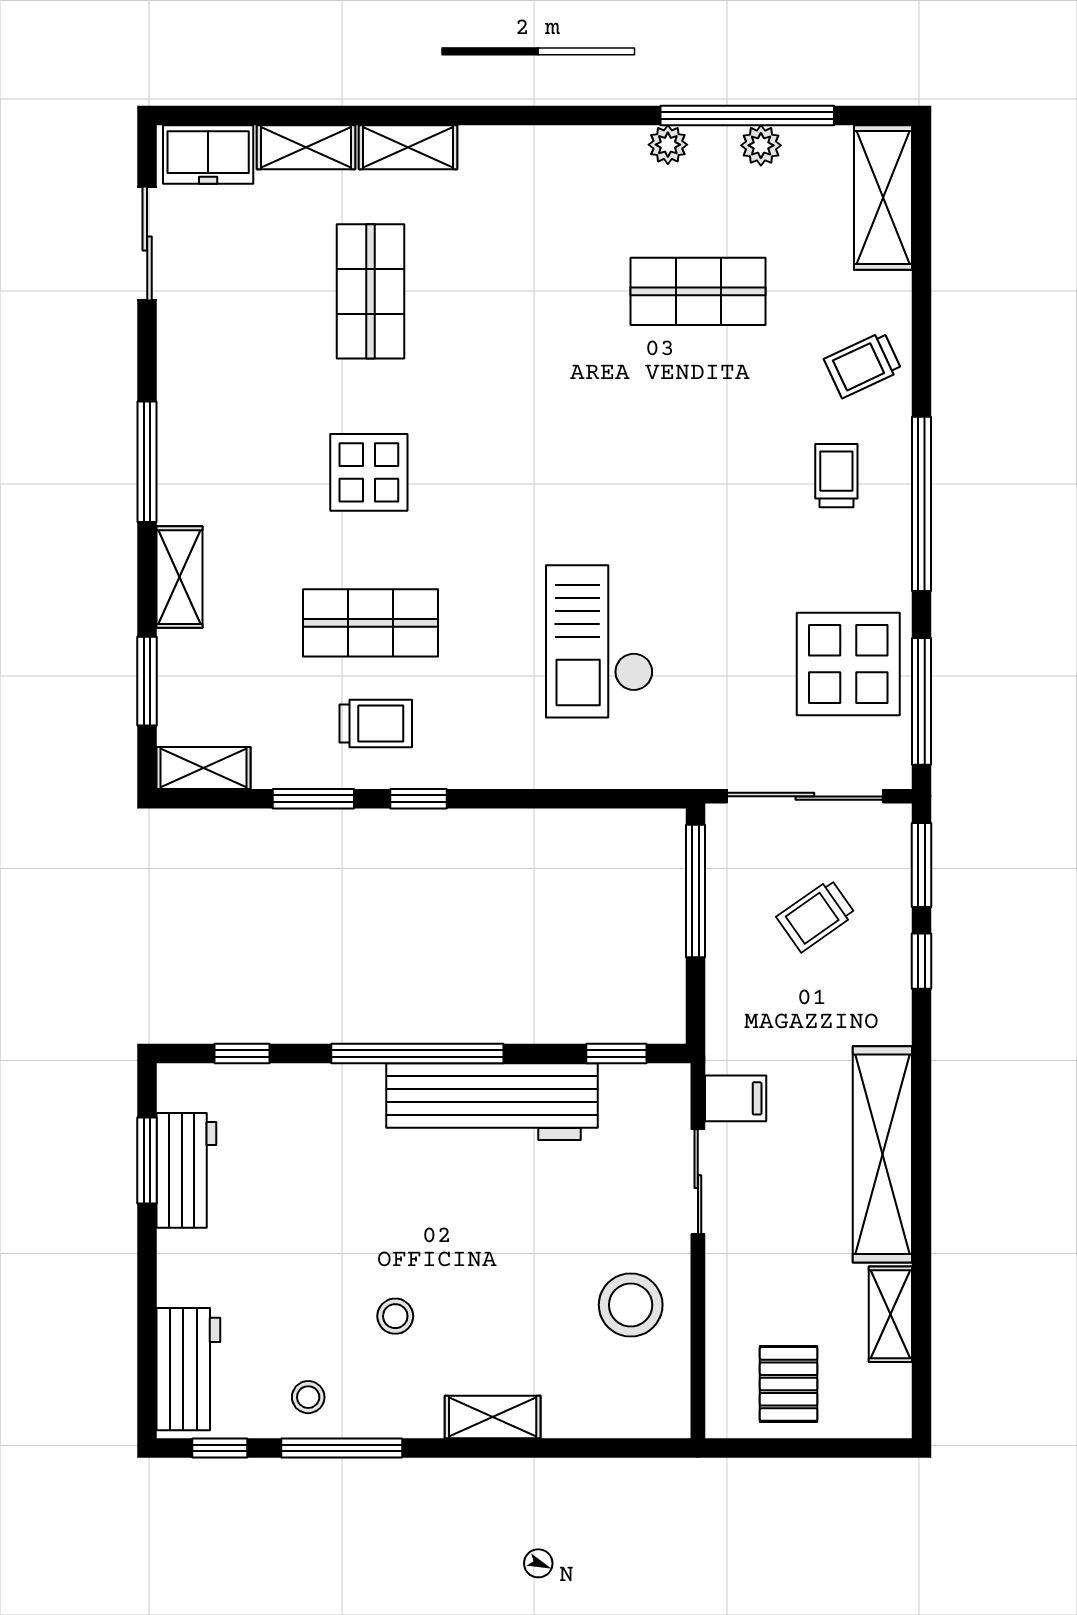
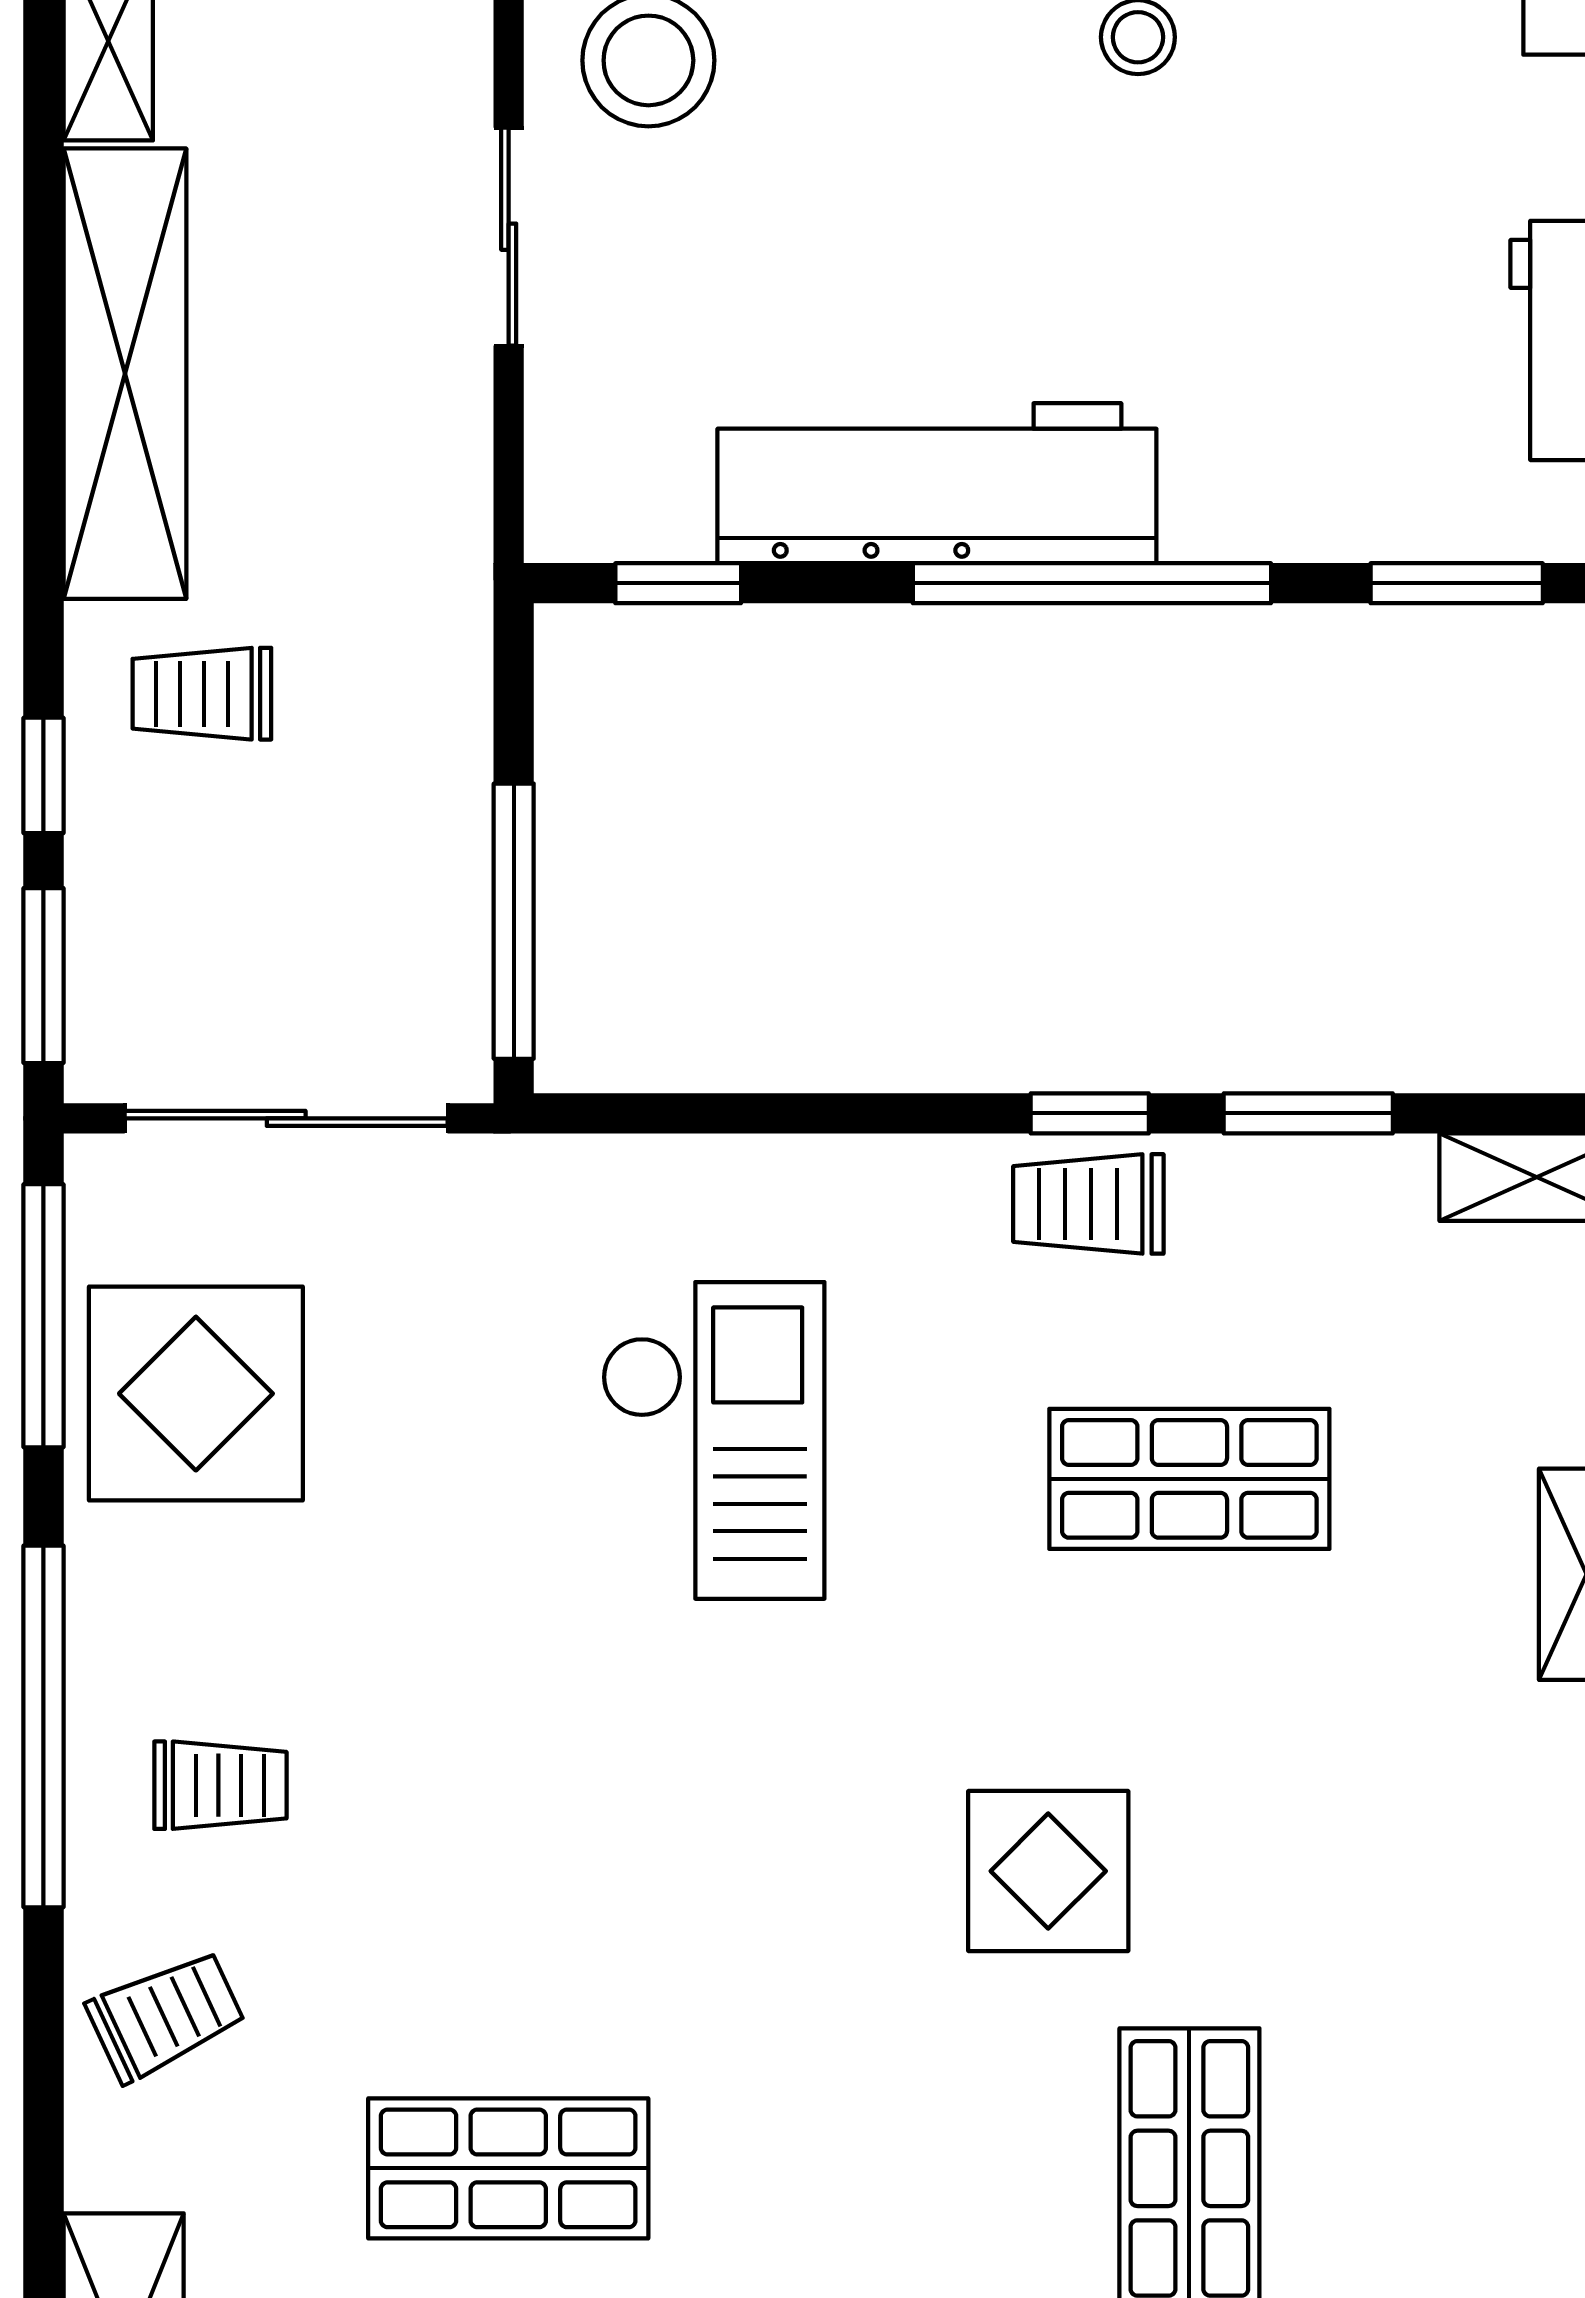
display table: (369, 472) -> (1048, 1871), moved
trolley: (836, 476) -> (220, 1785), turned -90
trolley: (376, 724) -> (1088, 1204), moved
trolley: (816, 916) -> (202, 694), moved, turned -145
window: (242, 1054) -> (1457, 583), width x1.50
filing cabinet: (736, 1098) -> (430, 490), removed
sliding door: (698, 1182) -> (509, 237), moved

